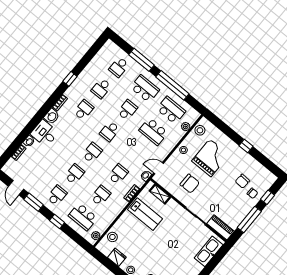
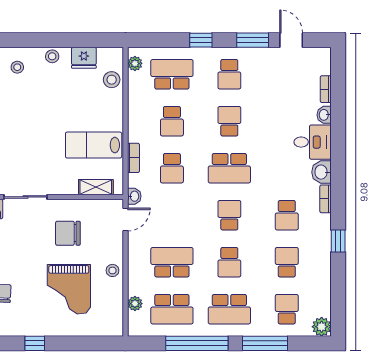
plant: (110, 46) -> (322, 327), added
stool: (200, 130) -> (112, 314), removed
school desk: (92, 153) -> (229, 168), width x1.85
school desk: (75, 174) -> (229, 121), turned 180

